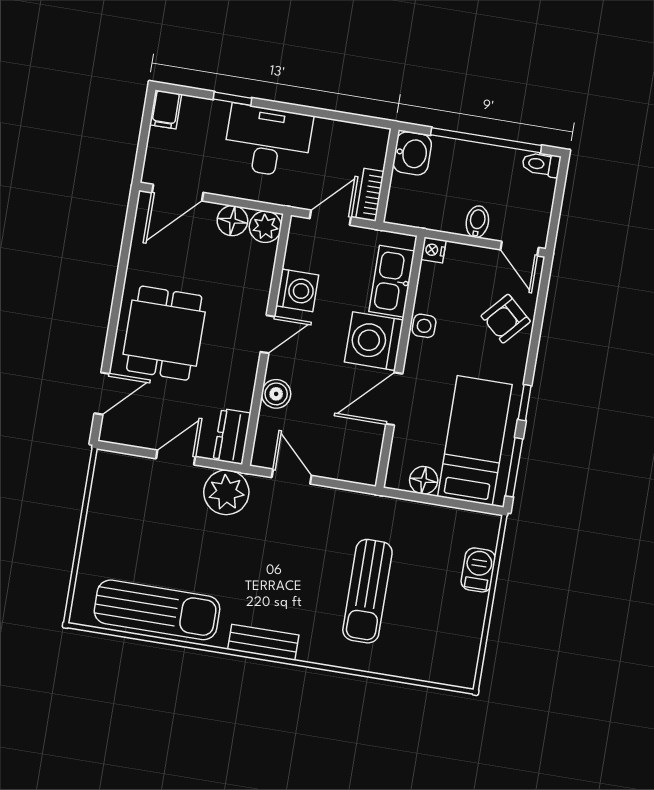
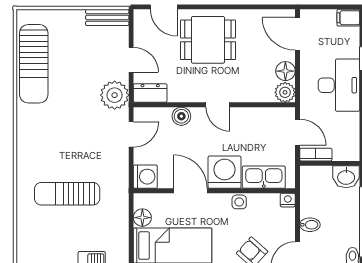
washing machine: (297, 290) -> (145, 177), moved, turned -90
bench: (263, 642) -> (107, 17), moved, turned 90

